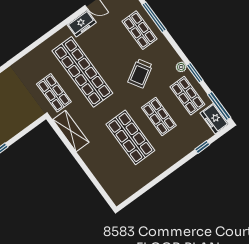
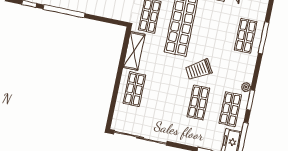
trolley: (140, 73) -> (199, 69), moved
shop shelf: (130, 137) -> (134, 89), moved, width x0.70, depth x0.74
sliding door: (145, 189) -> (140, 138), added

